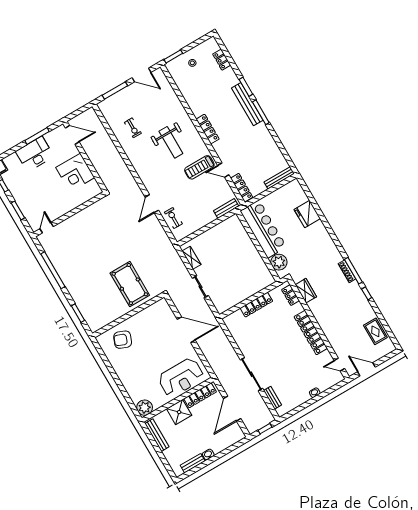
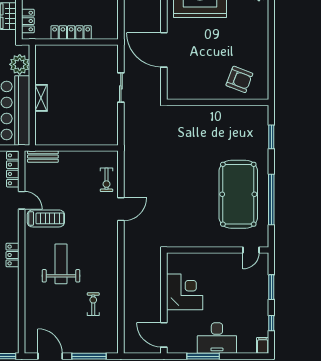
locker: (208, 129) -> (13, 255), width x0.66
shelving: (191, 258) -> (41, 98), moved
pool table: (130, 284) -> (238, 194), moved, width x1.36, depth x1.32

